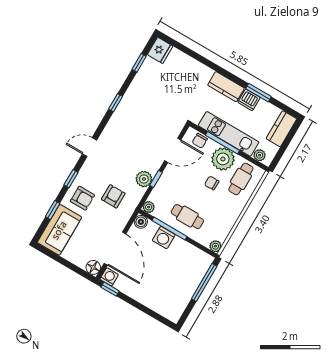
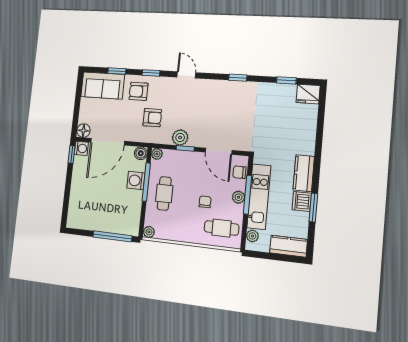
plant: (223, 159) -> (239, 197), width x0.53, depth x0.53
armchair: (82, 198) -> (138, 91), turned 90

